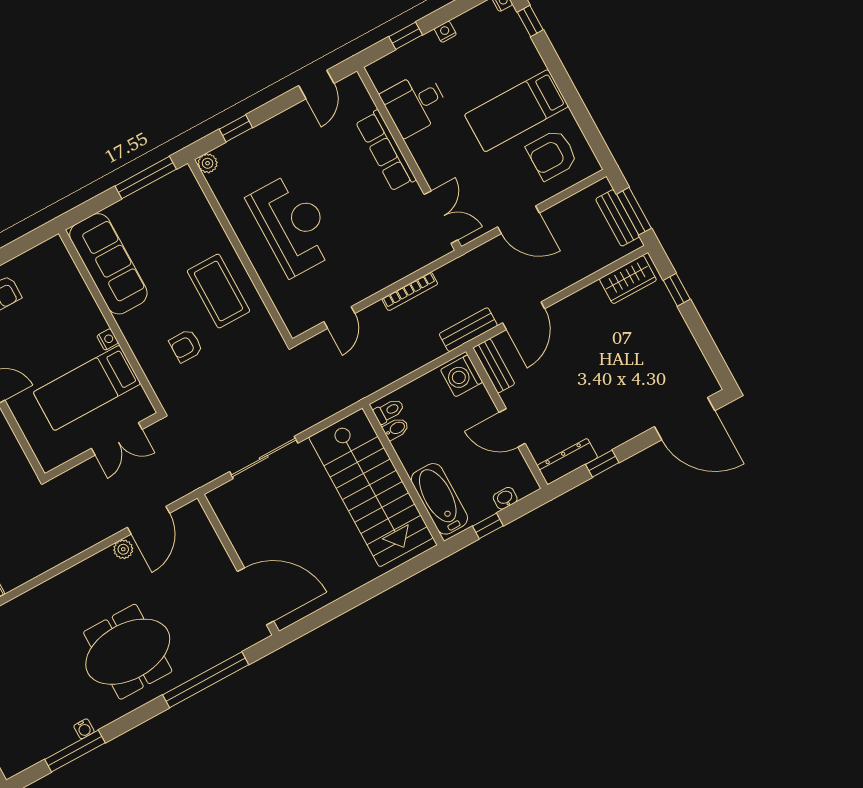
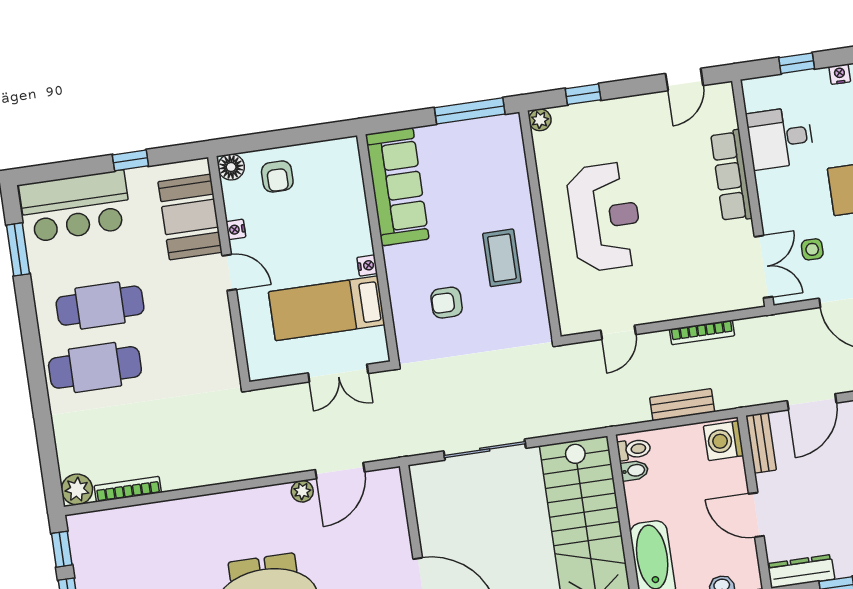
side table: (477, 187) -> (812, 249), added
coffee table: (218, 291) -> (502, 258), width x0.73, depth x0.76
bench: (468, 330) -> (682, 405), moved

